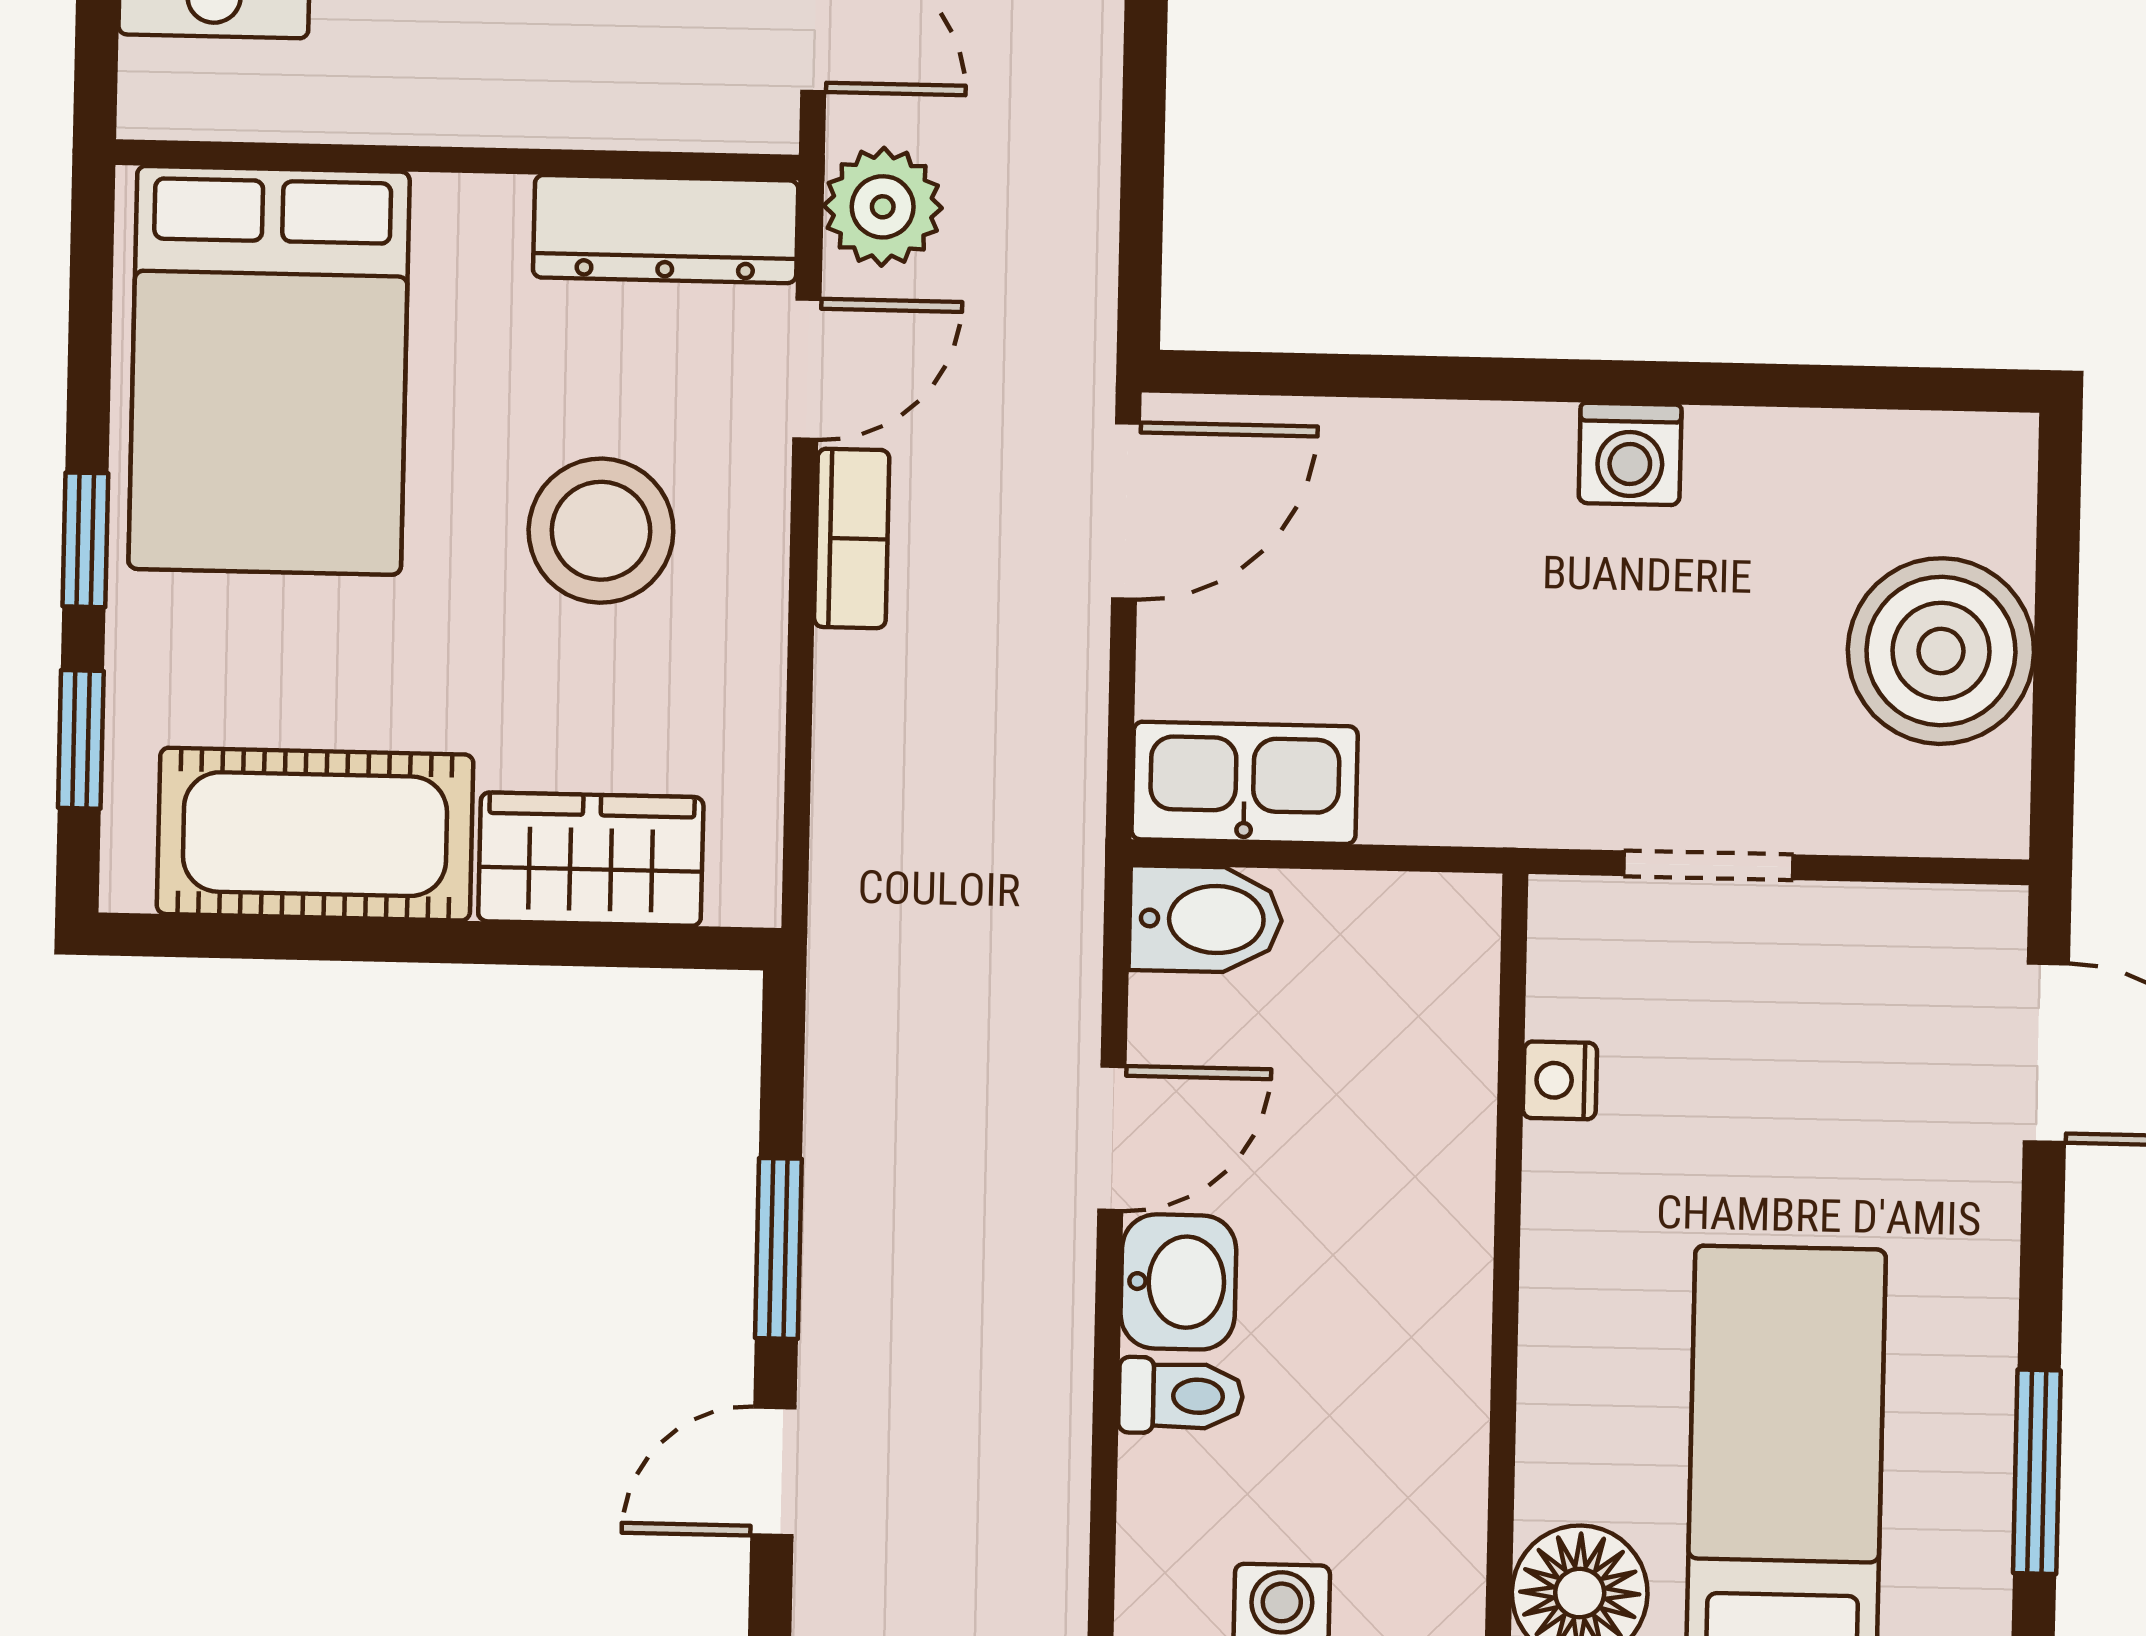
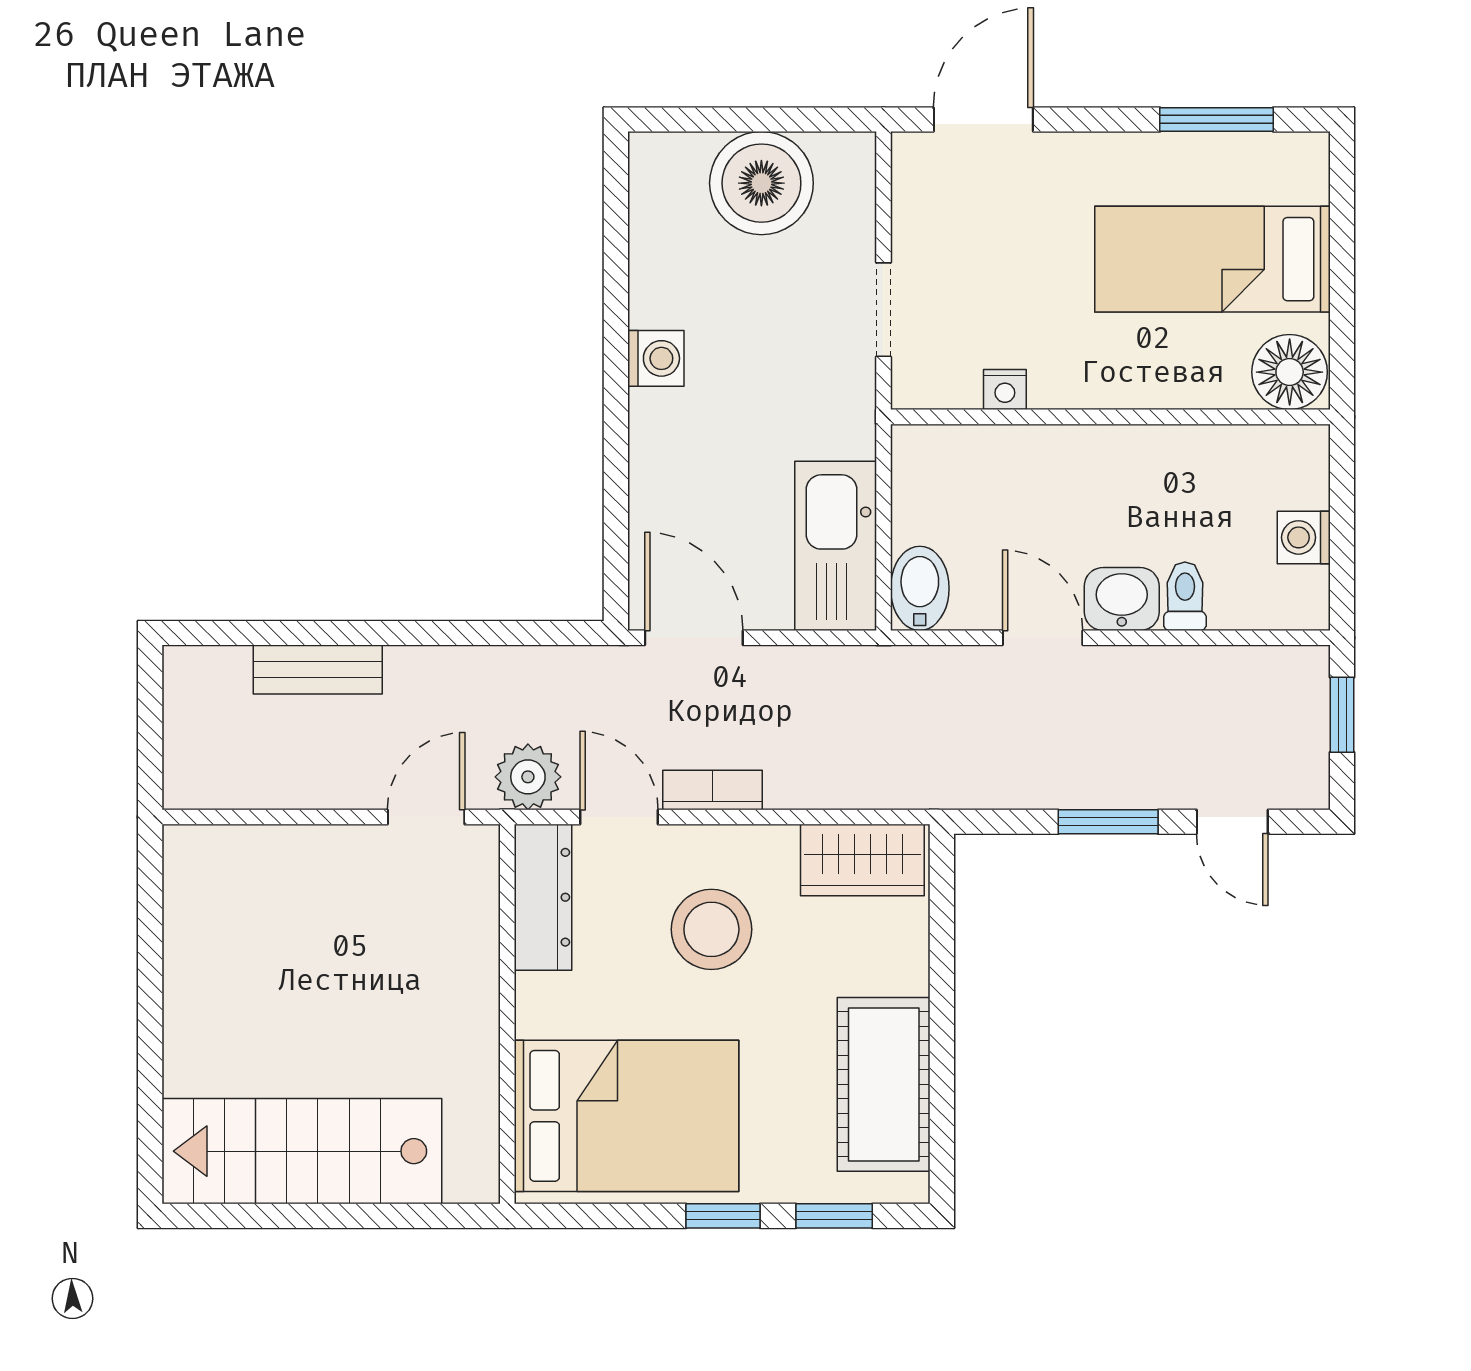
kitchen sink: (1245, 783) -> (836, 546), width x1.36, depth x1.24
wardrobe: (591, 859) -> (862, 860), moved, turned -90

